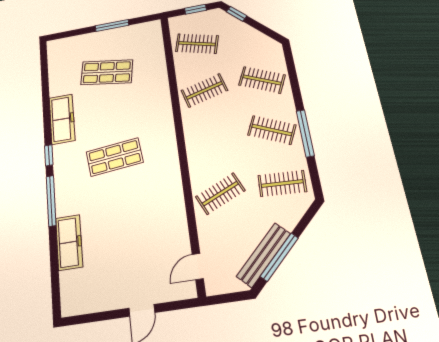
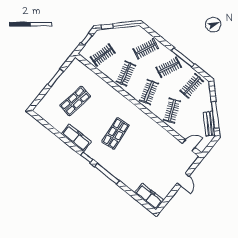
clothes rail: (212, 140) -> (149, 92), added
freezer: (69, 242) -> (149, 197), moved
bench: (264, 255) -> (209, 124), width x0.73
door: (198, 267) -> (189, 145), swing flipped

